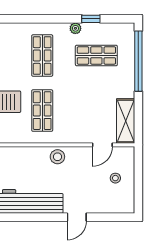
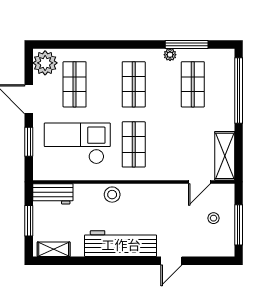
window: (91, 19) -> (187, 44), width x2.17
shop shelf: (96, 55) -> (193, 84), turned 90
stool: (57, 157) -> (112, 195), moved
window: (138, 184) -> (239, 225), added

